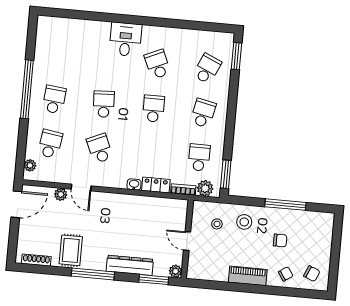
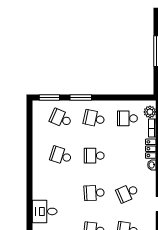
desk: (125, 39) -> (45, 211), moved
school desk: (158, 64) -> (61, 156), turned 42
window: (226, 174) -> (81, 97), moved

